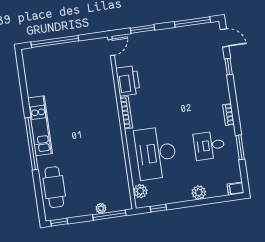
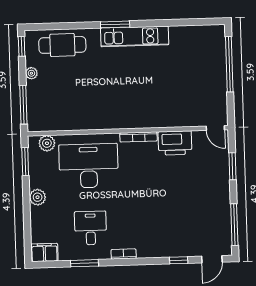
window: (32, 144) -> (115, 24), width x0.47
filing cabinet: (236, 189) -> (44, 253), width x2.00
plant: (199, 192) -> (38, 197), moved
plant: (101, 208) -> (31, 73), moved
window: (158, 208) -> (25, 162), width x1.50

